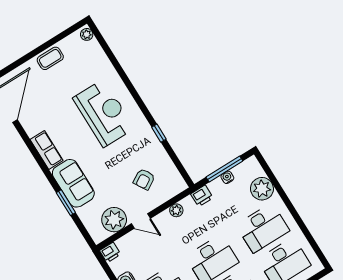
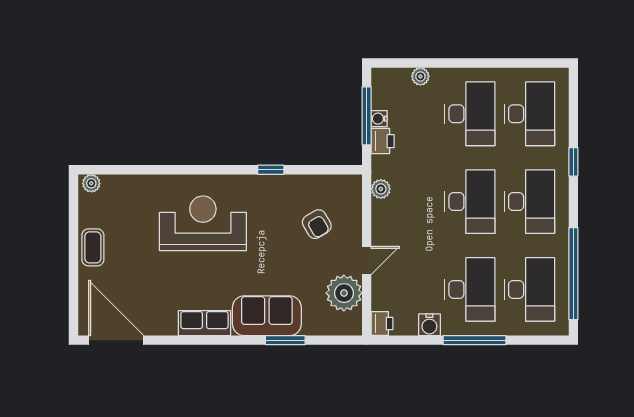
plant: (262, 189) -> (420, 76), width x0.53, depth x0.53
printer: (202, 196) -> (383, 141), moved
plant: (176, 210) -> (381, 189), moved

